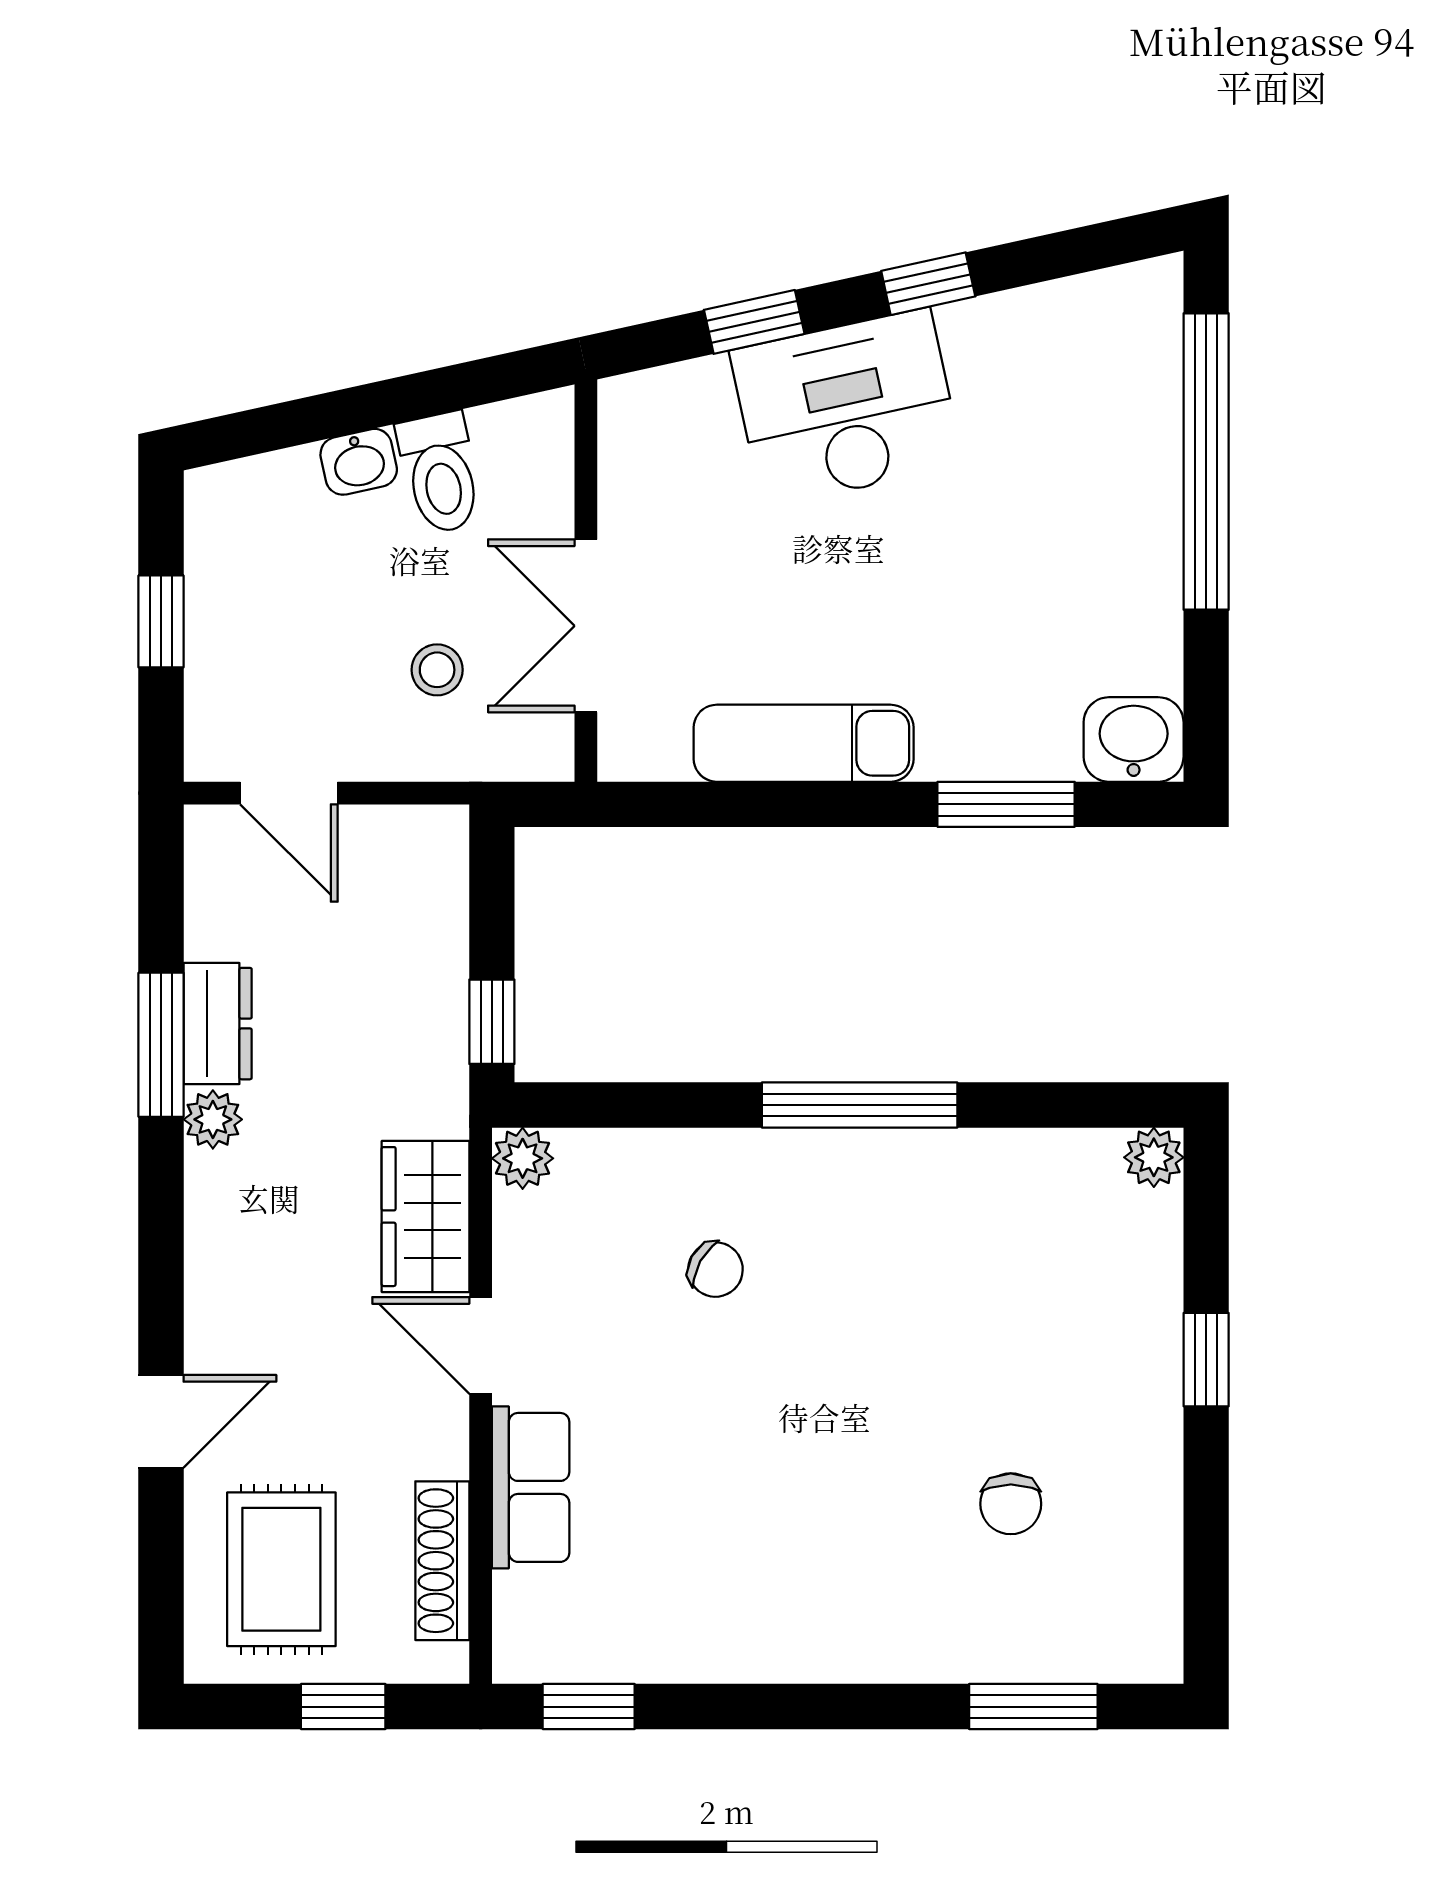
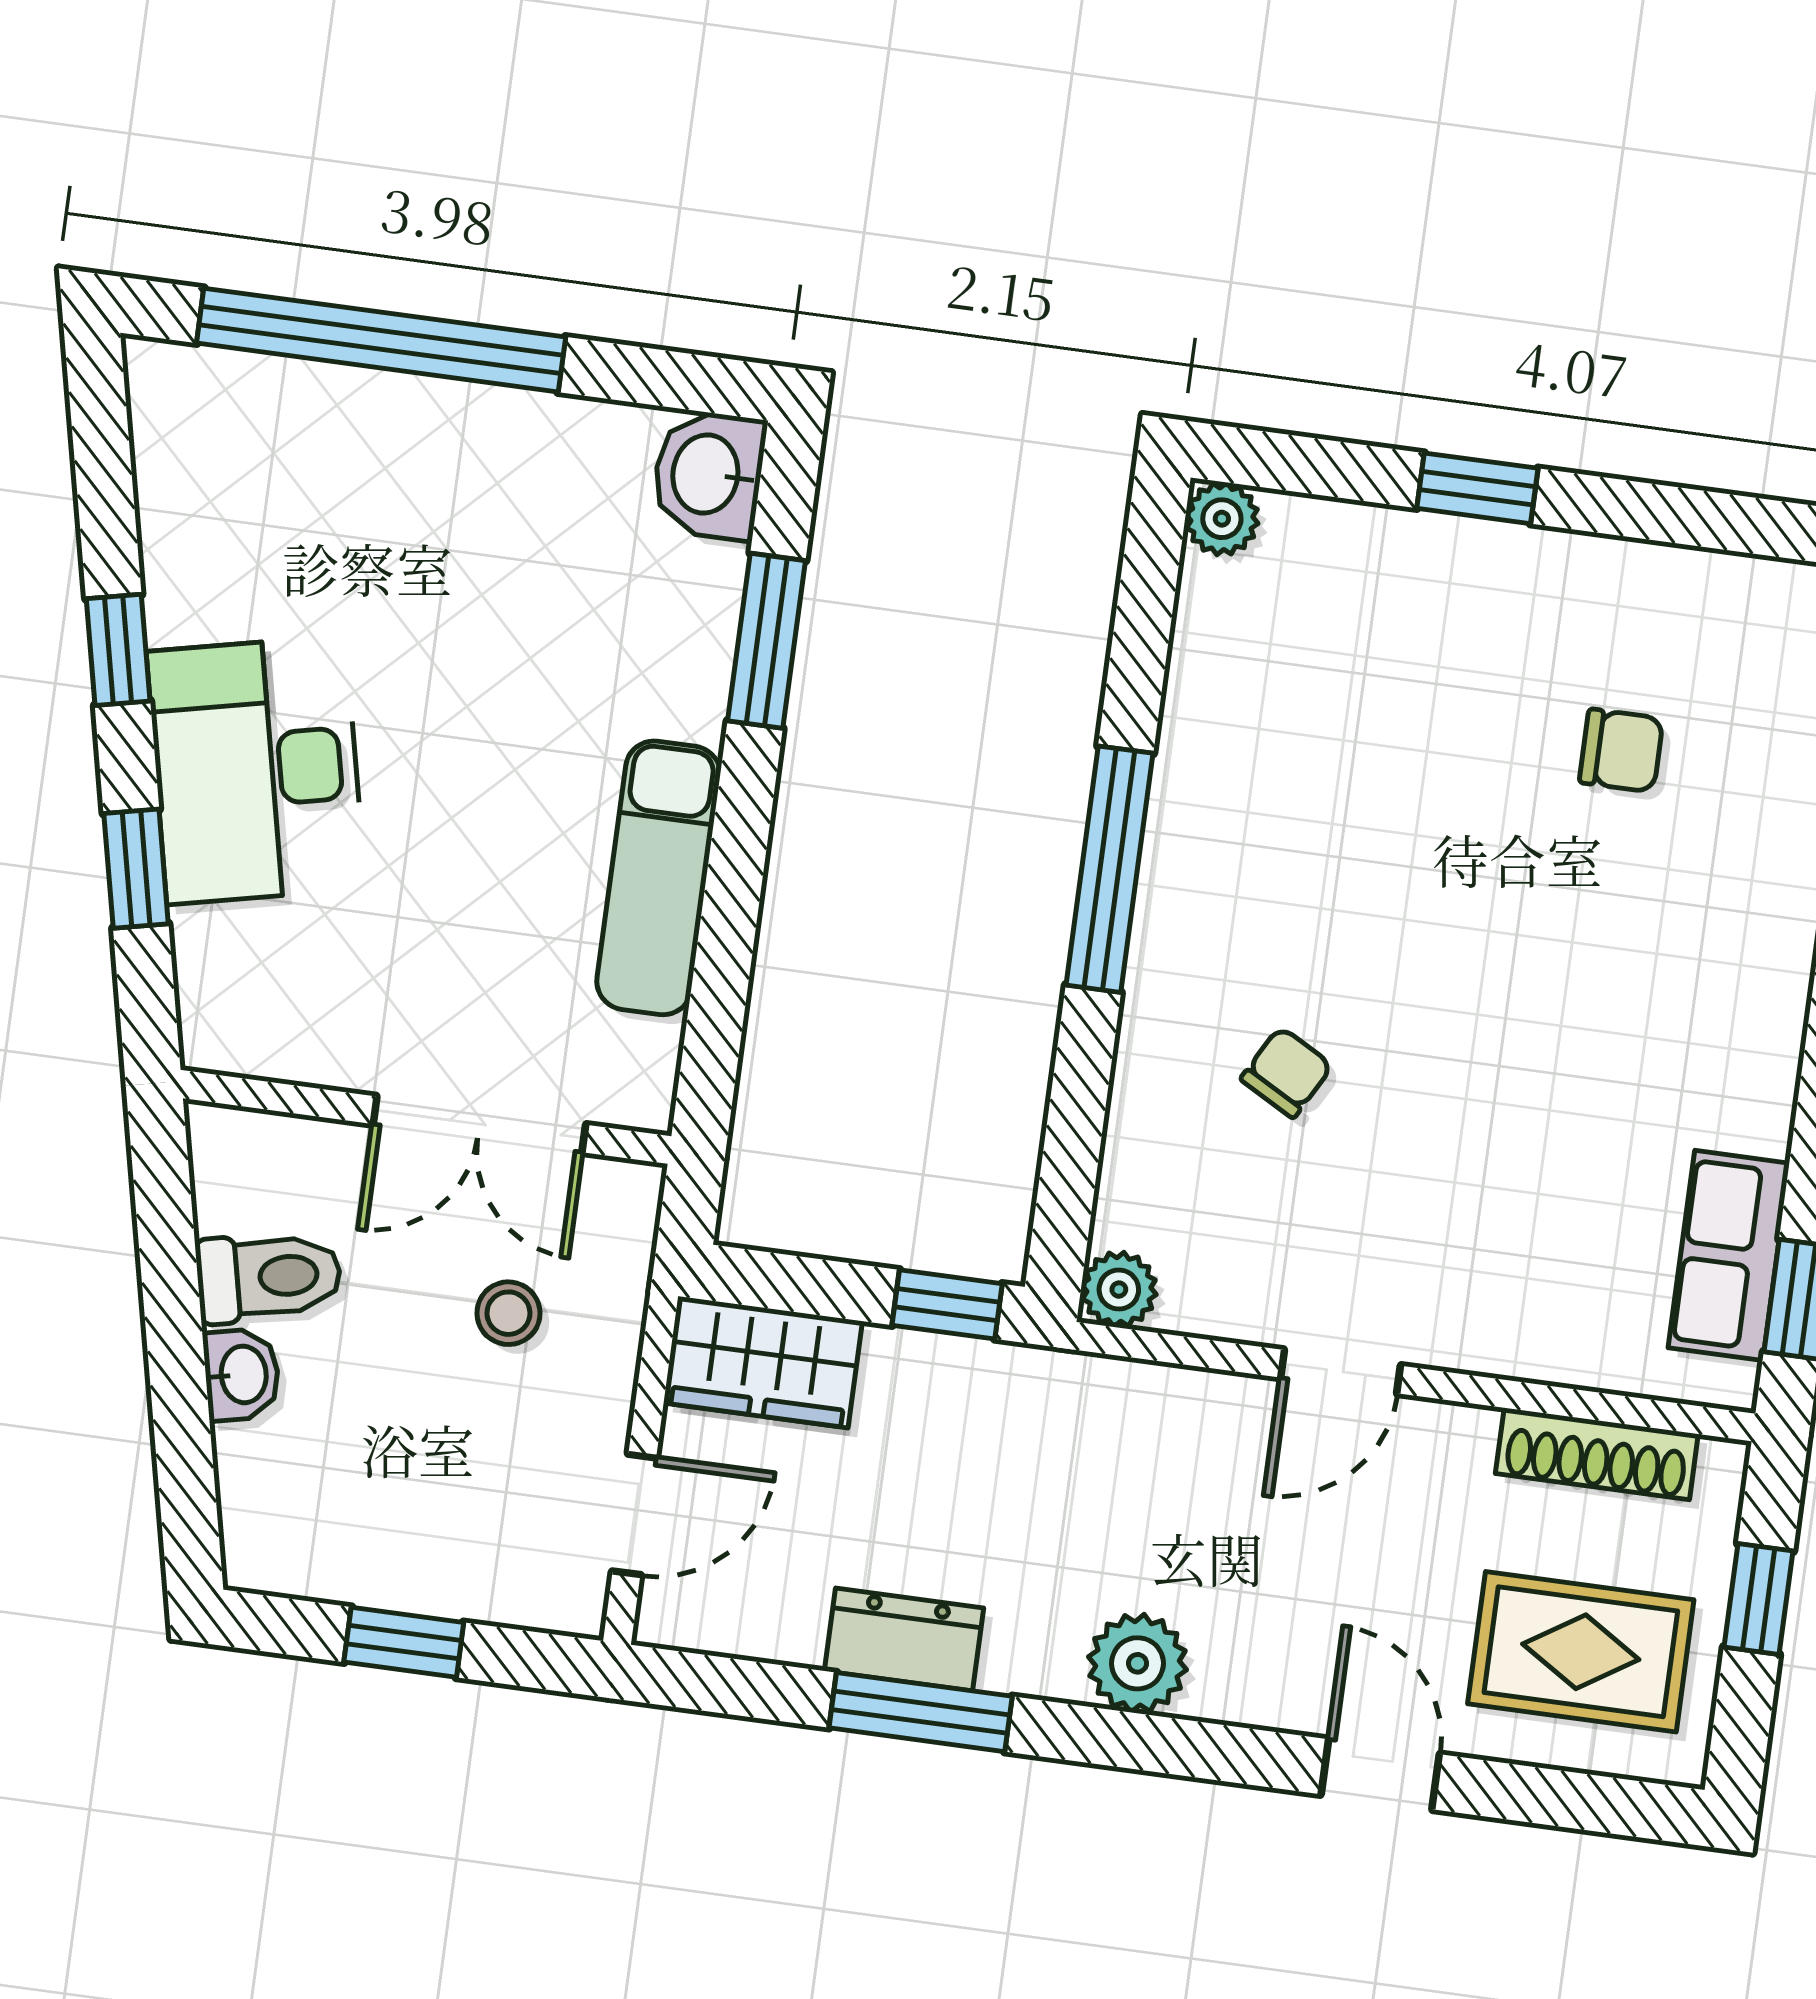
plant: (213, 1119) -> (1137, 1663), moved, width x1.38, depth x1.38
wardrobe: (425, 1217) -> (763, 1362), moved
row of seats: (531, 1487) -> (1729, 1255), moved, turned -90

